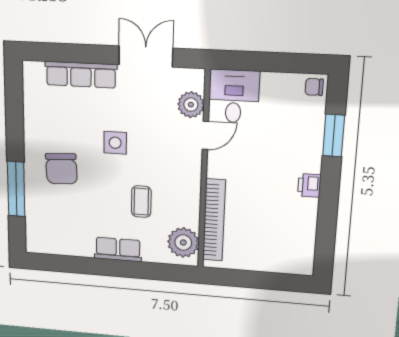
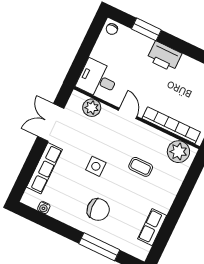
water cooler: (30, 96) -> (44, 208), added
door: (205, 135) -> (128, 113), moved
printer: (309, 185) -> (164, 56), width x1.87, depth x1.48
row of seats: (118, 249) -> (152, 227), moved

